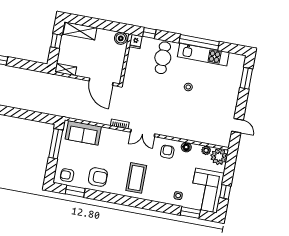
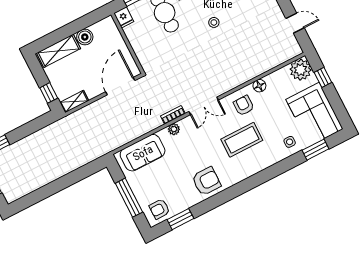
boiler: (121, 38) -> (85, 37), moved
window: (56, 41) -> (49, 93), moved
door: (101, 82) -> (120, 86), swing flipped
window: (56, 144) -> (129, 198), moved
plant: (206, 150) -> (174, 129), moved
armchair: (98, 177) -> (206, 181), moved
coffee table: (136, 178) -> (242, 140), moved, turned 90
window: (225, 192) -> (323, 77), moved

